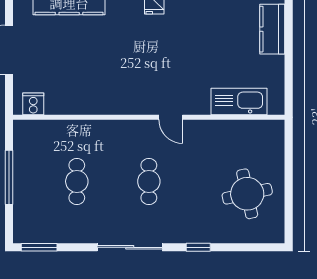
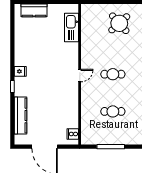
door: (171, 117) -> (80, 76), moved
round table: (247, 194) -> (119, 23), turned -30

